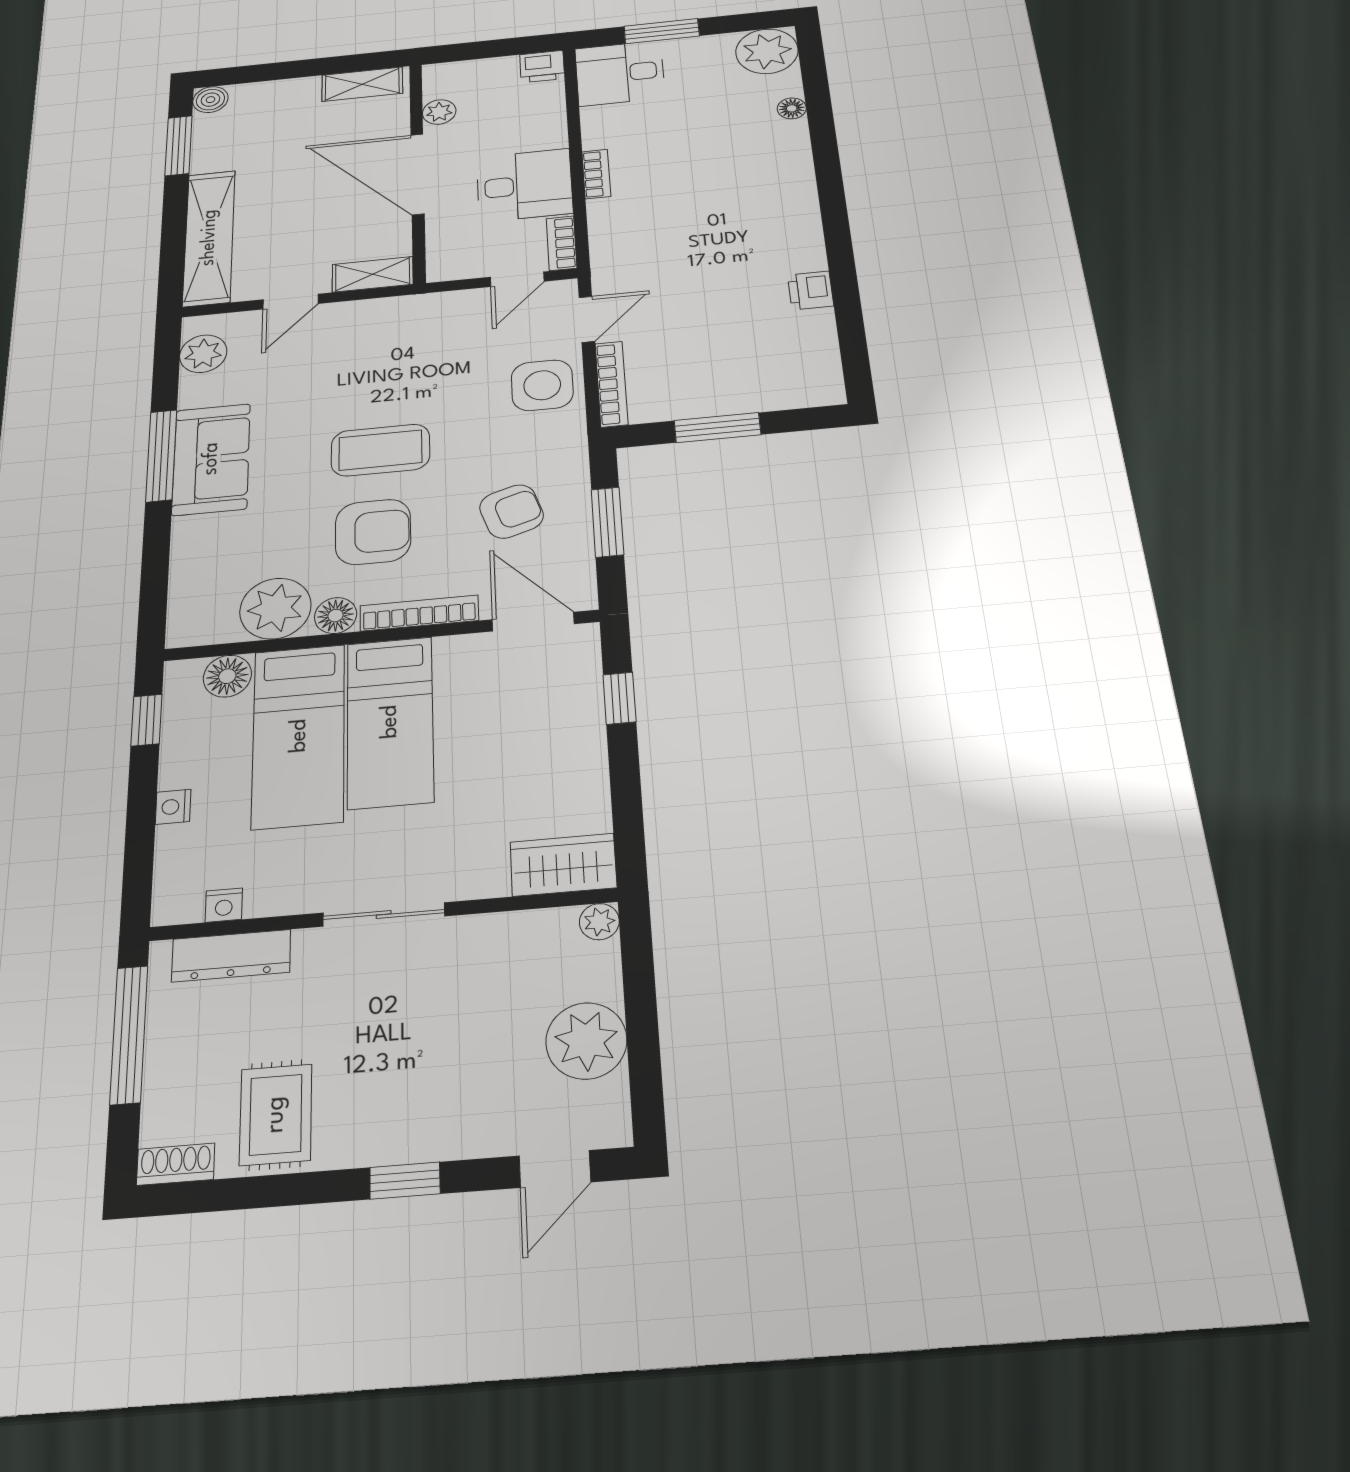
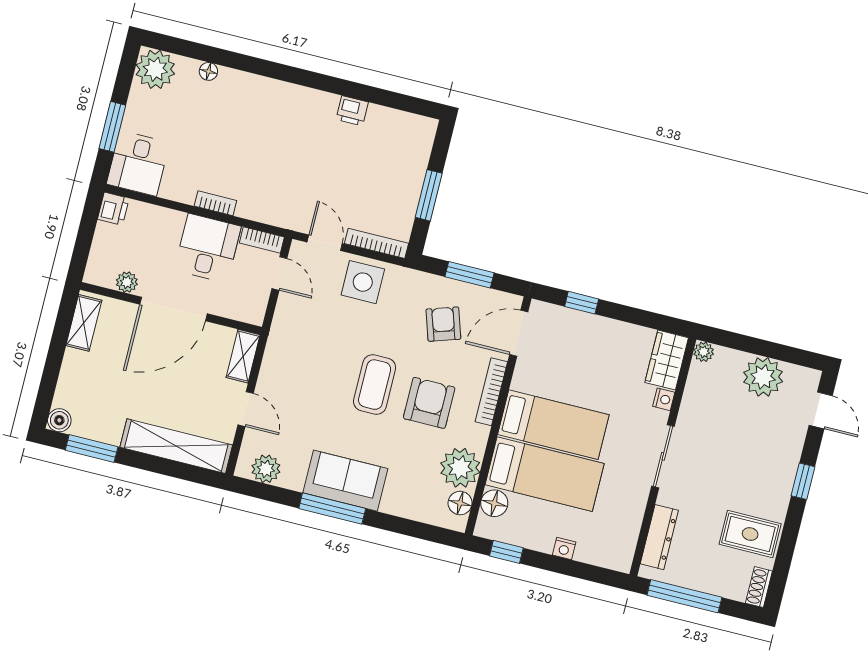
floor lamp: (336, 616) -> (460, 503), moved
nightstand: (224, 905) -> (664, 399), moved

